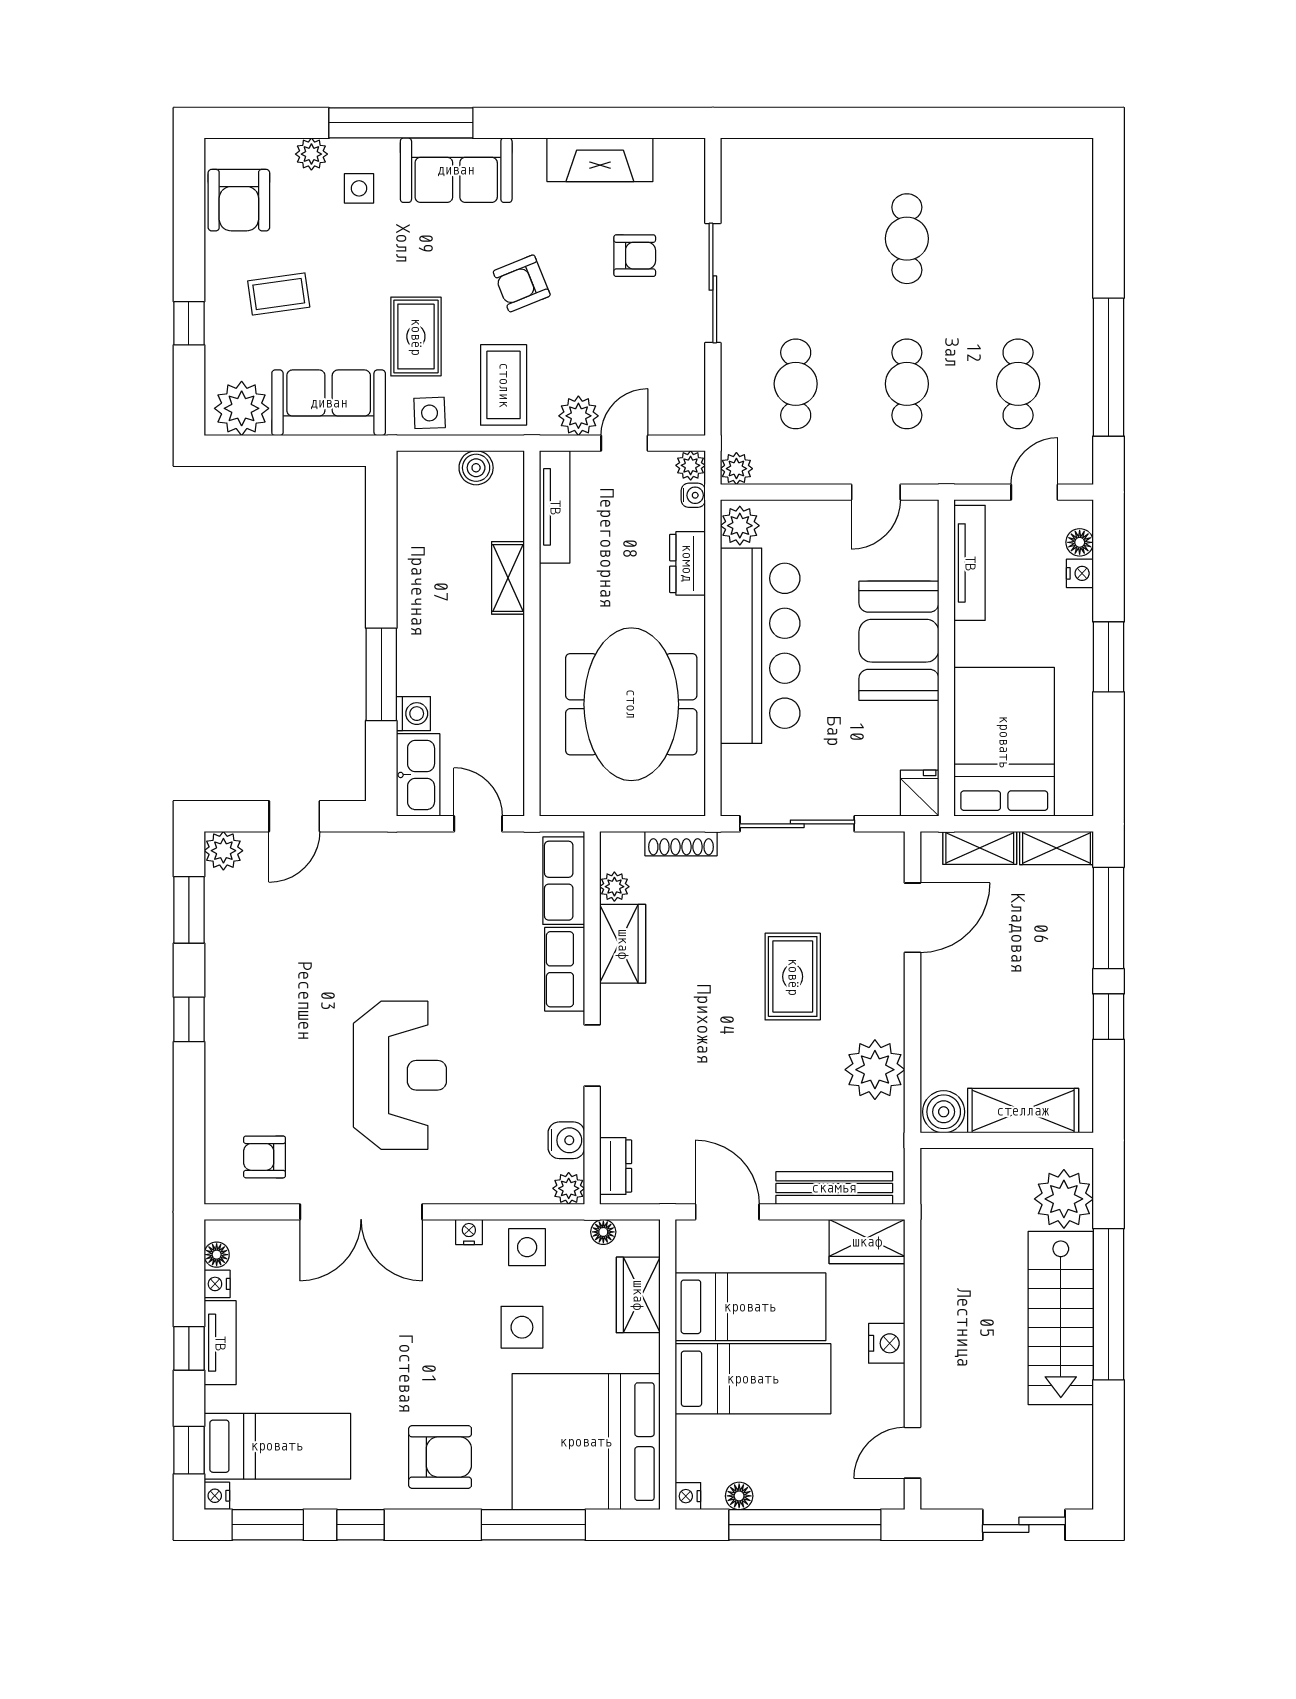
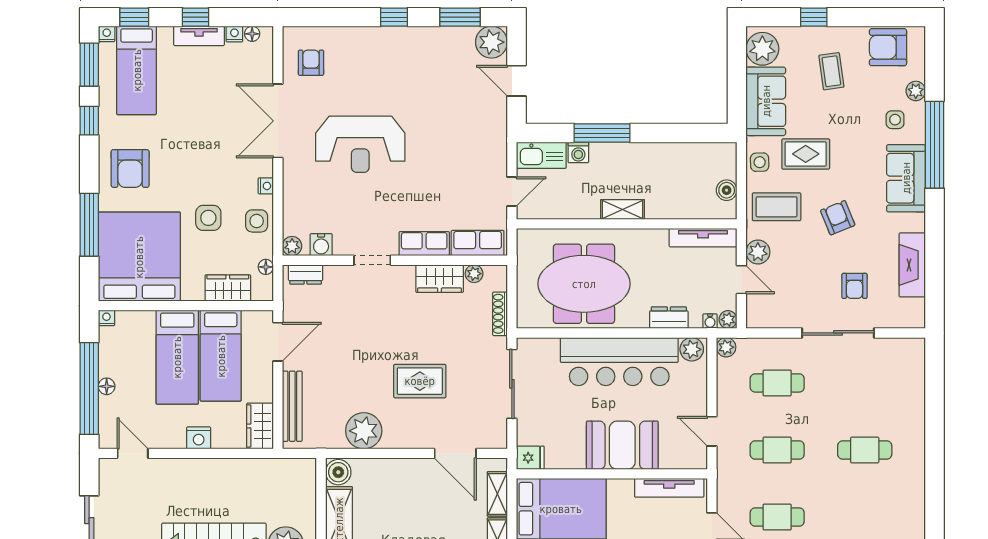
shelving: (508, 578) -> (623, 210), moved
plant: (223, 851) -> (491, 42), width x1.36, depth x1.36
floor lamp: (739, 1496) -> (107, 386), moved

